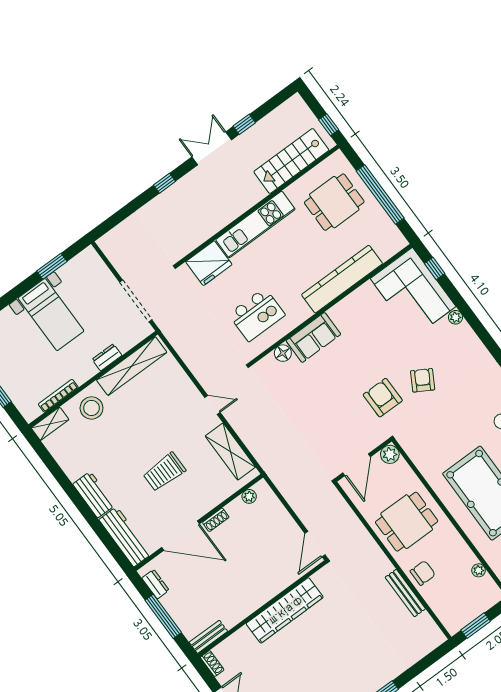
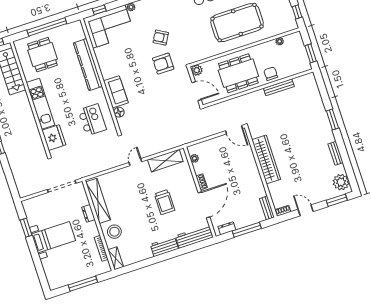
dining table: (407, 522) -> (238, 73), width x1.38

